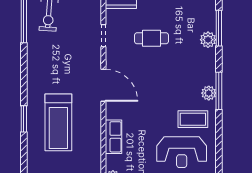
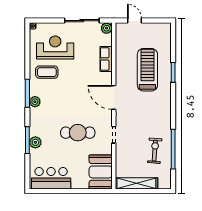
cafe table: (152, 38) -> (78, 133), width x1.37, depth x1.35
plant: (208, 40) -> (35, 142), moved
plant: (209, 93) -> (35, 102), moved

